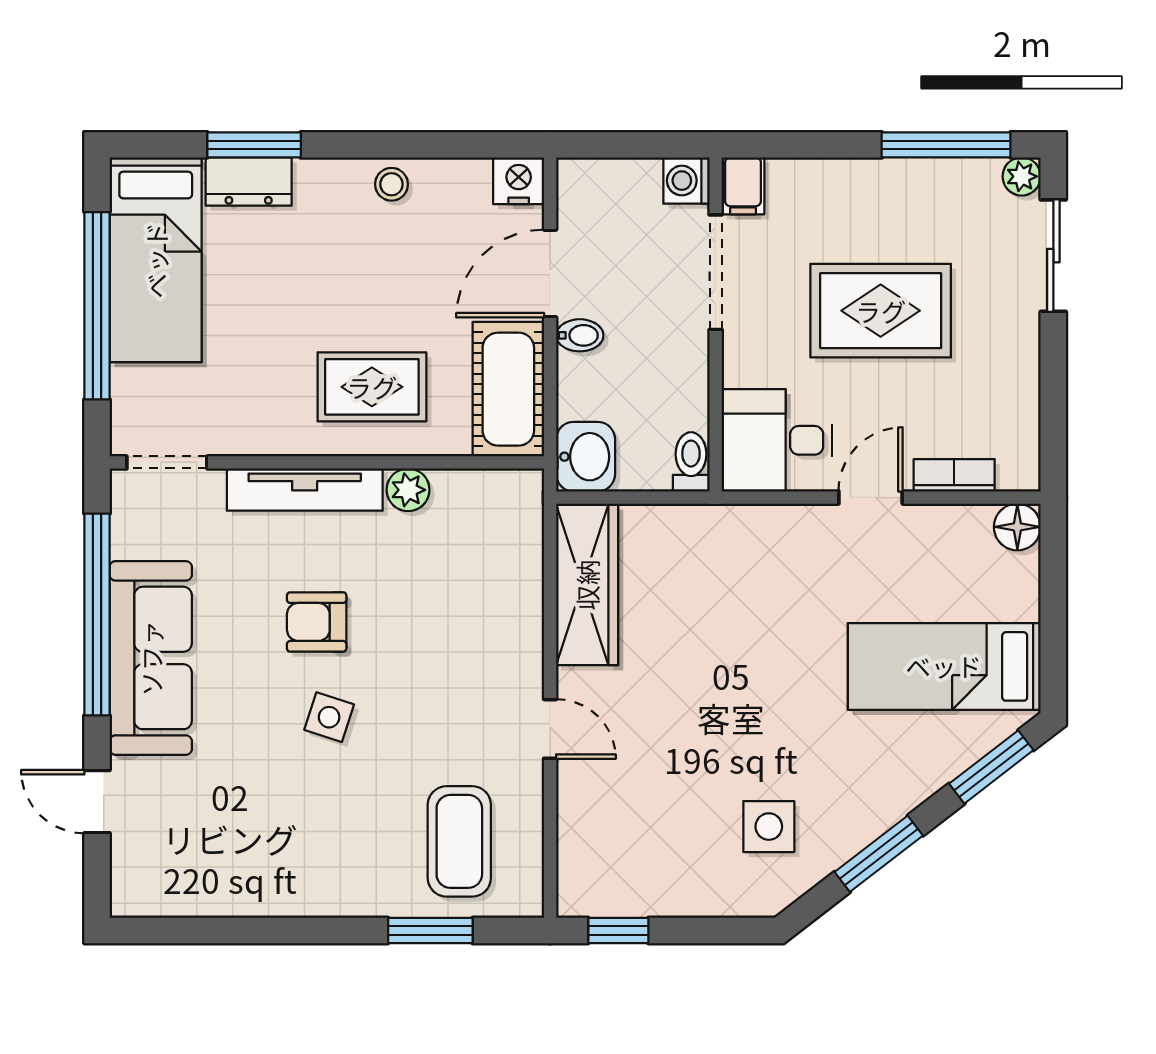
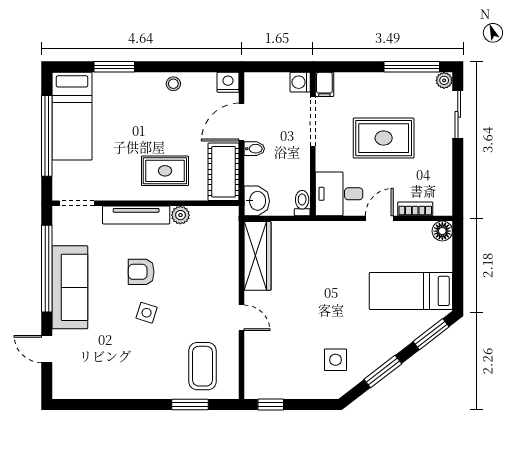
dresser: (249, 182) -> (112, 83), removed

